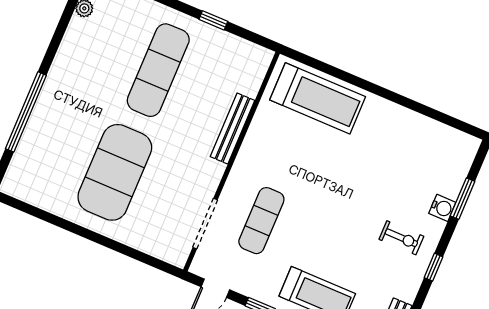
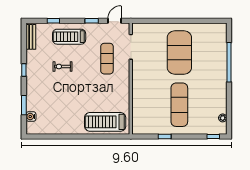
bench: (232, 129) -> (136, 93), removed
water cooler: (442, 208) -> (31, 116), moved
exercise bike: (401, 238) -> (62, 66), moved

